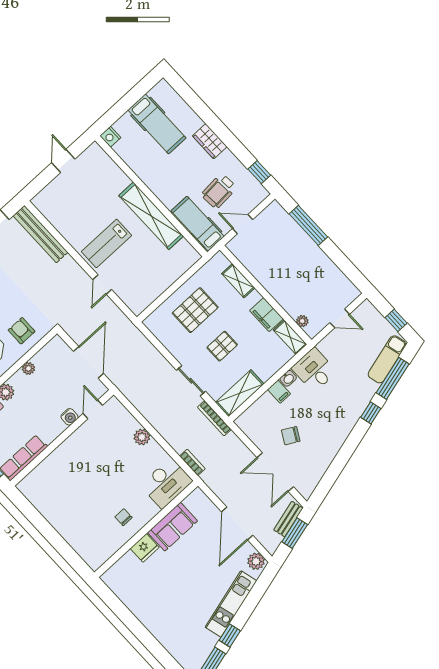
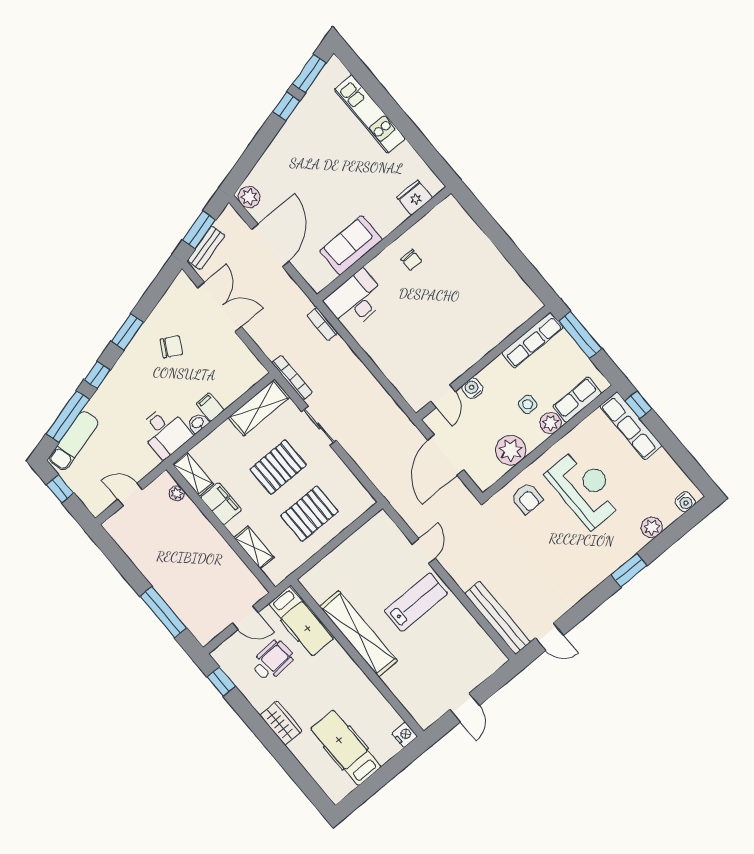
pallet: (222, 346) -> (278, 467), width x1.50, depth x1.42
plant: (28, 368) -> (511, 450), width x1.87, depth x1.87
side table: (25, 406) -> (528, 404), added
chair: (291, 436) -> (171, 347), moved
plant: (142, 437) -> (384, 359), removed
window: (348, 449) -> (127, 332), added
fridge: (145, 548) -> (415, 198), moved
kitchen unit: (231, 604) -> (370, 114), moved, turned 105

